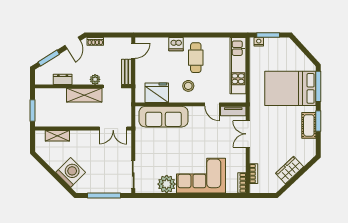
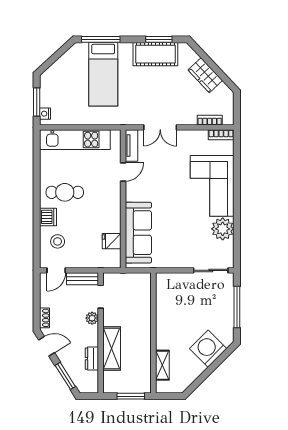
door: (133, 51) -> (56, 270), swing flipped
stool: (188, 86) -> (58, 241), moved
bed: (290, 88) -> (103, 74), width x0.67
fridge: (157, 93) -> (112, 241), width x0.53, depth x0.75
shelving: (84, 95) -> (112, 348), moved
window: (318, 121) -> (159, 39), moved
cot: (309, 125) -> (155, 54), width x1.37, depth x1.34
double door: (113, 129) -> (153, 296), removed

